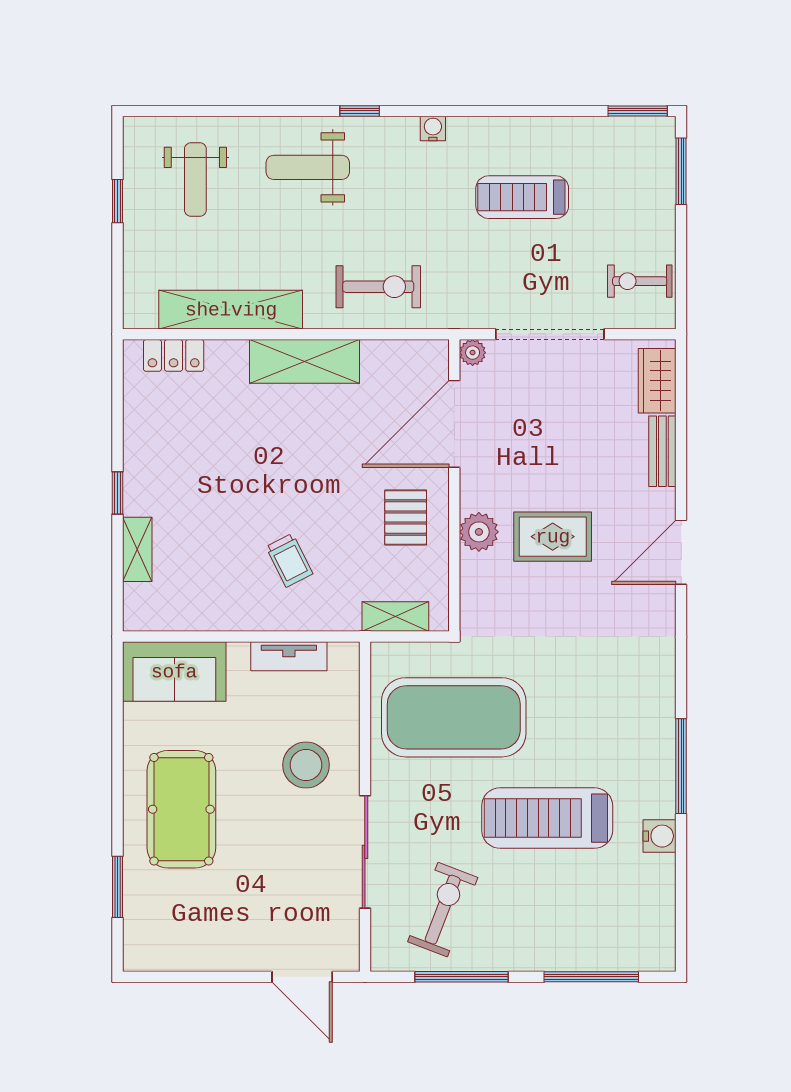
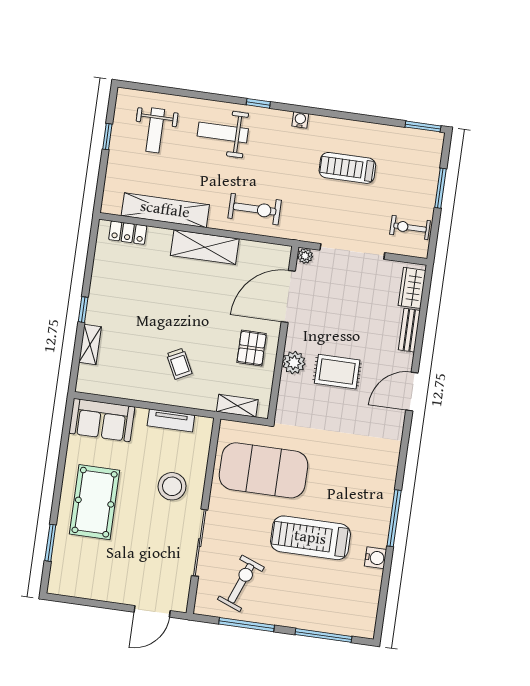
window: (681, 171) -> (440, 188), moved
door: (302, 977) -> (152, 611), hinge flipped

